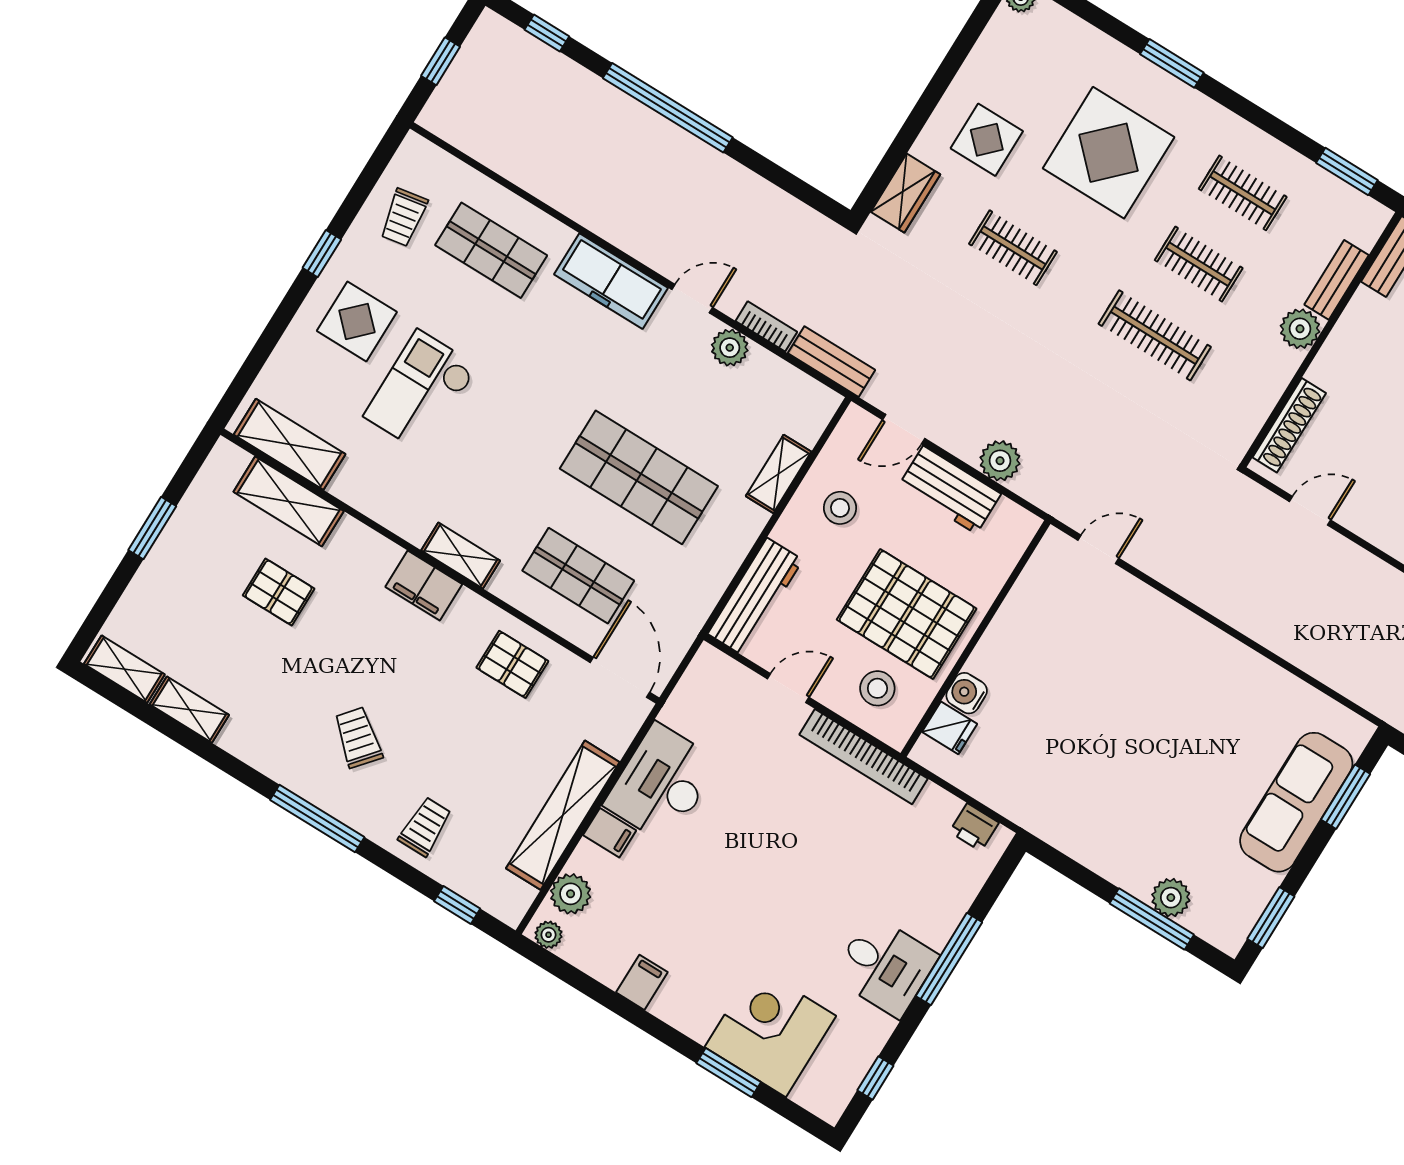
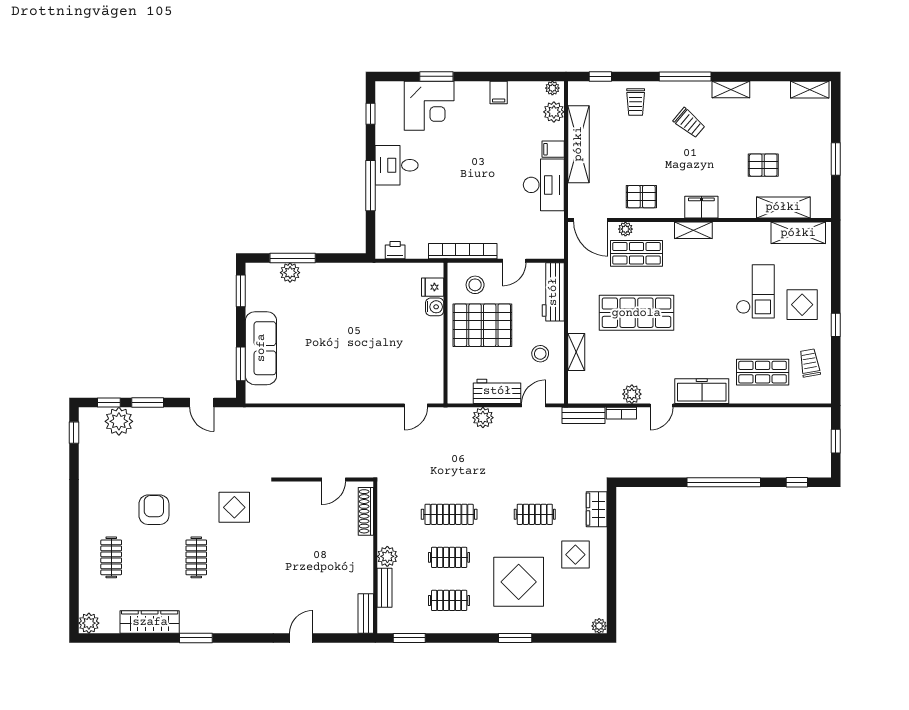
plant: (572, 627) -> (625, 229), added
shelving: (189, 710) -> (731, 89), moved

